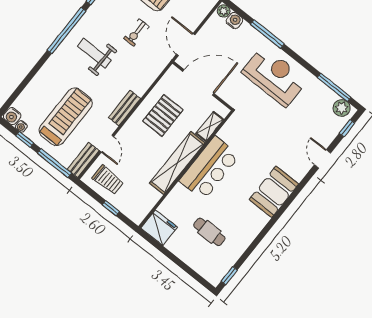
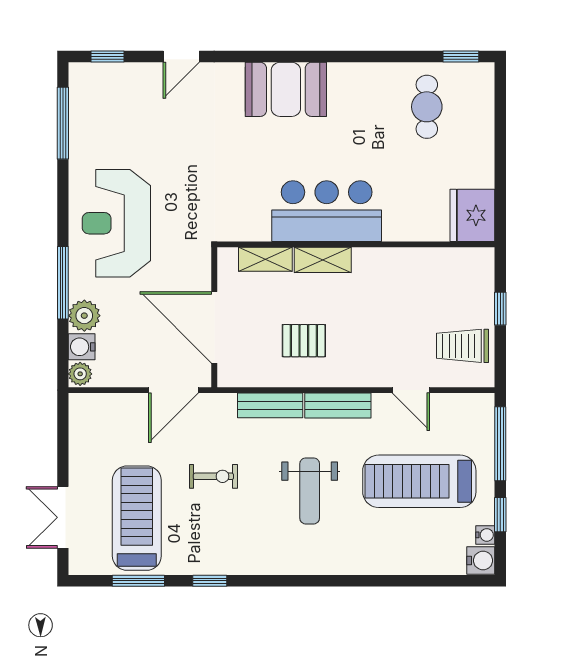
window: (66, 31) -> (292, 581), removed
weight bench: (94, 53) -> (310, 491), moved
plant: (342, 108) -> (84, 316), moved
pallet: (163, 115) -> (304, 341), width x0.67, depth x0.71
door: (107, 144) -> (411, 390), swing flipped
bench: (83, 160) -> (270, 405), moved
shelving: (177, 163) -> (323, 260), width x0.45, depth x0.75
trolley: (108, 180) -> (462, 346), turned -90
cafe table: (209, 232) -> (427, 107), moved

